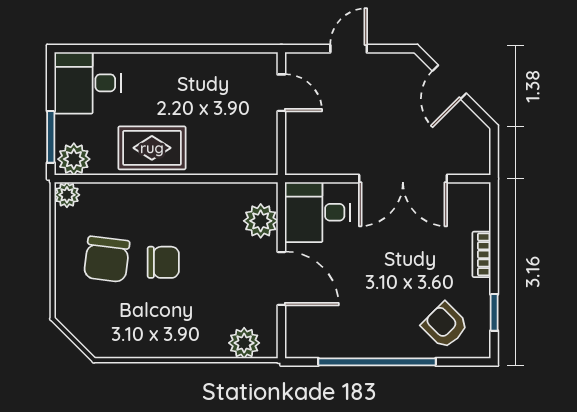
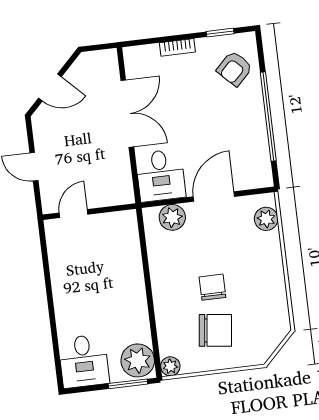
rug: (152, 148) -> (127, 306), removed
plant: (74, 159) -> (138, 360), width x1.36, depth x1.36

